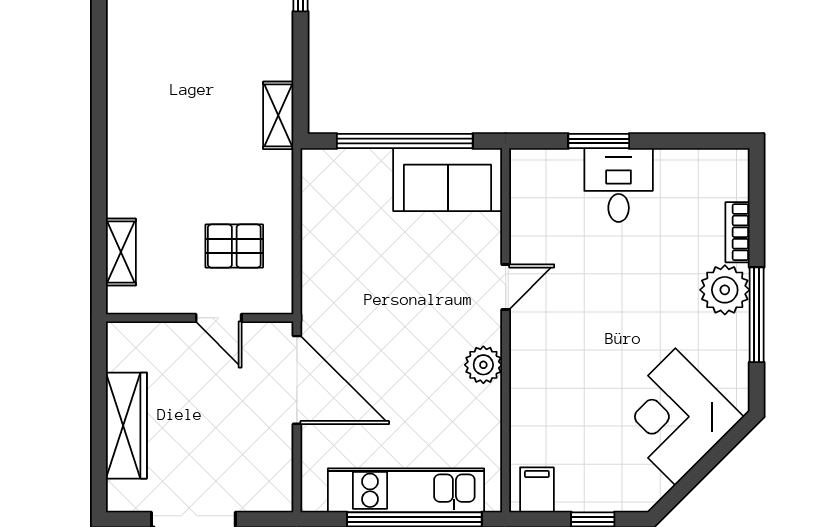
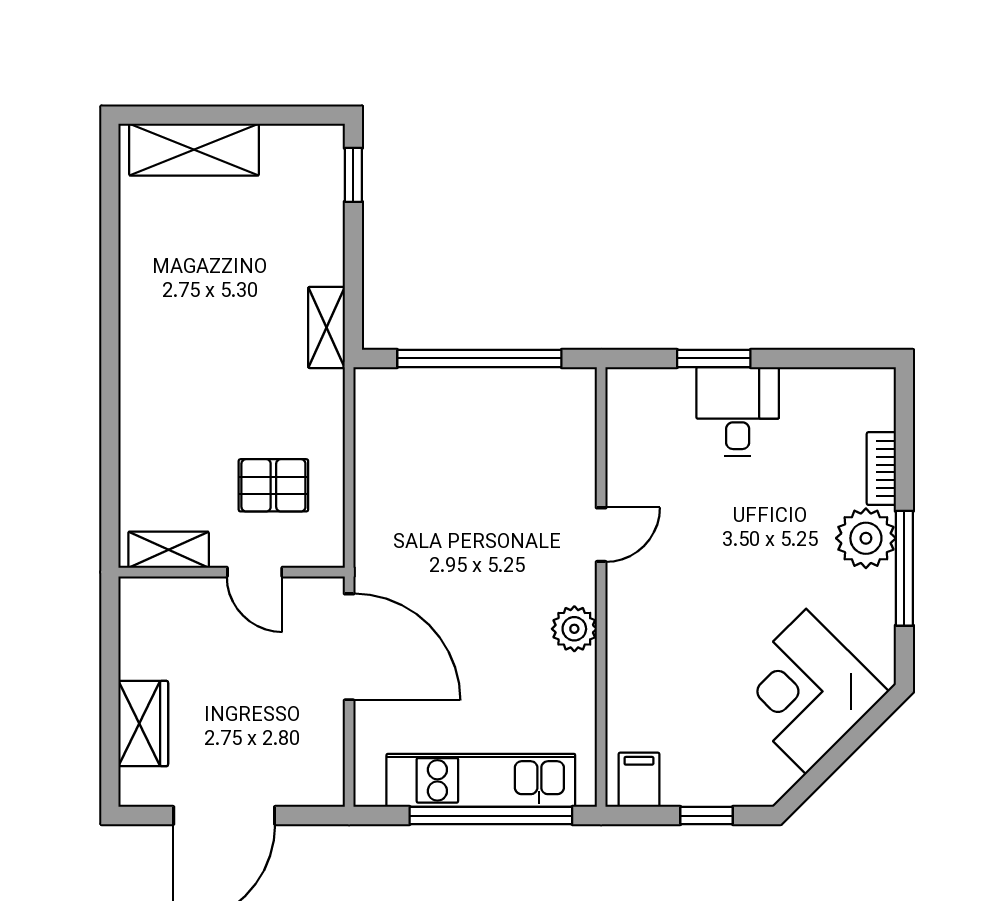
sofa: (448, 180) -> (531, 405), removed
shelving: (121, 252) -> (169, 550), moved, turned 90
wardrobe: (126, 426) -> (143, 724), width x0.67

